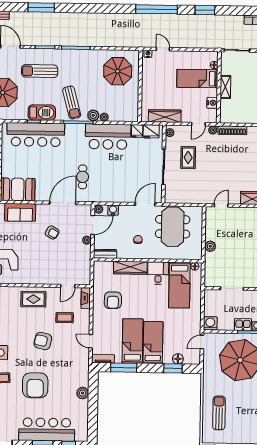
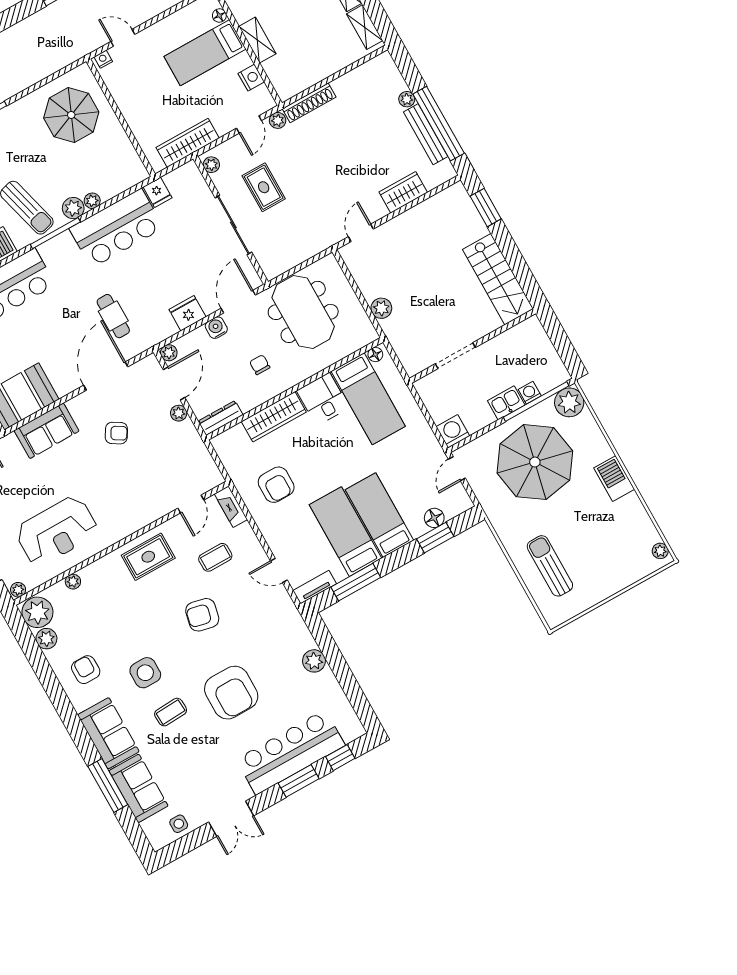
fridge: (151, 131) -> (187, 313), moved, turned 180
water cooler: (113, 210) -> (216, 328), moved

